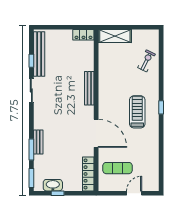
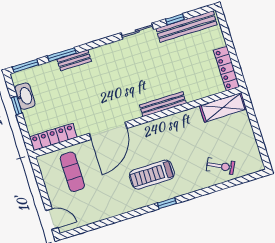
locker: (83, 35) -> (227, 68), width x1.53
shelving: (115, 36) -> (223, 107), moved, turned 90
treadmill: (137, 112) -> (152, 175), turned 180
door: (134, 193) -> (52, 219), moved

